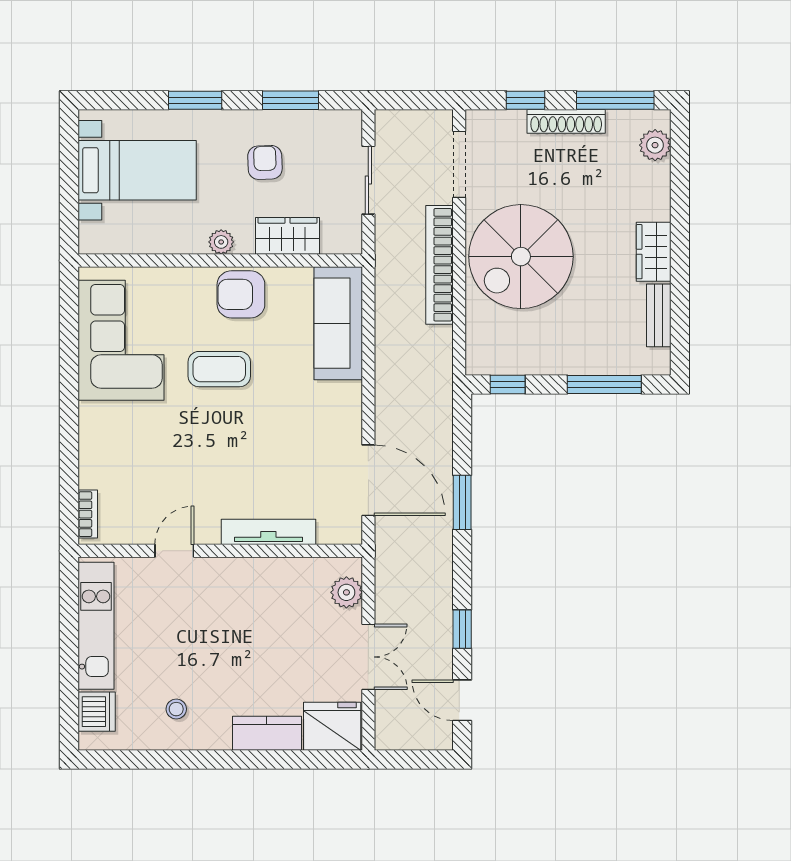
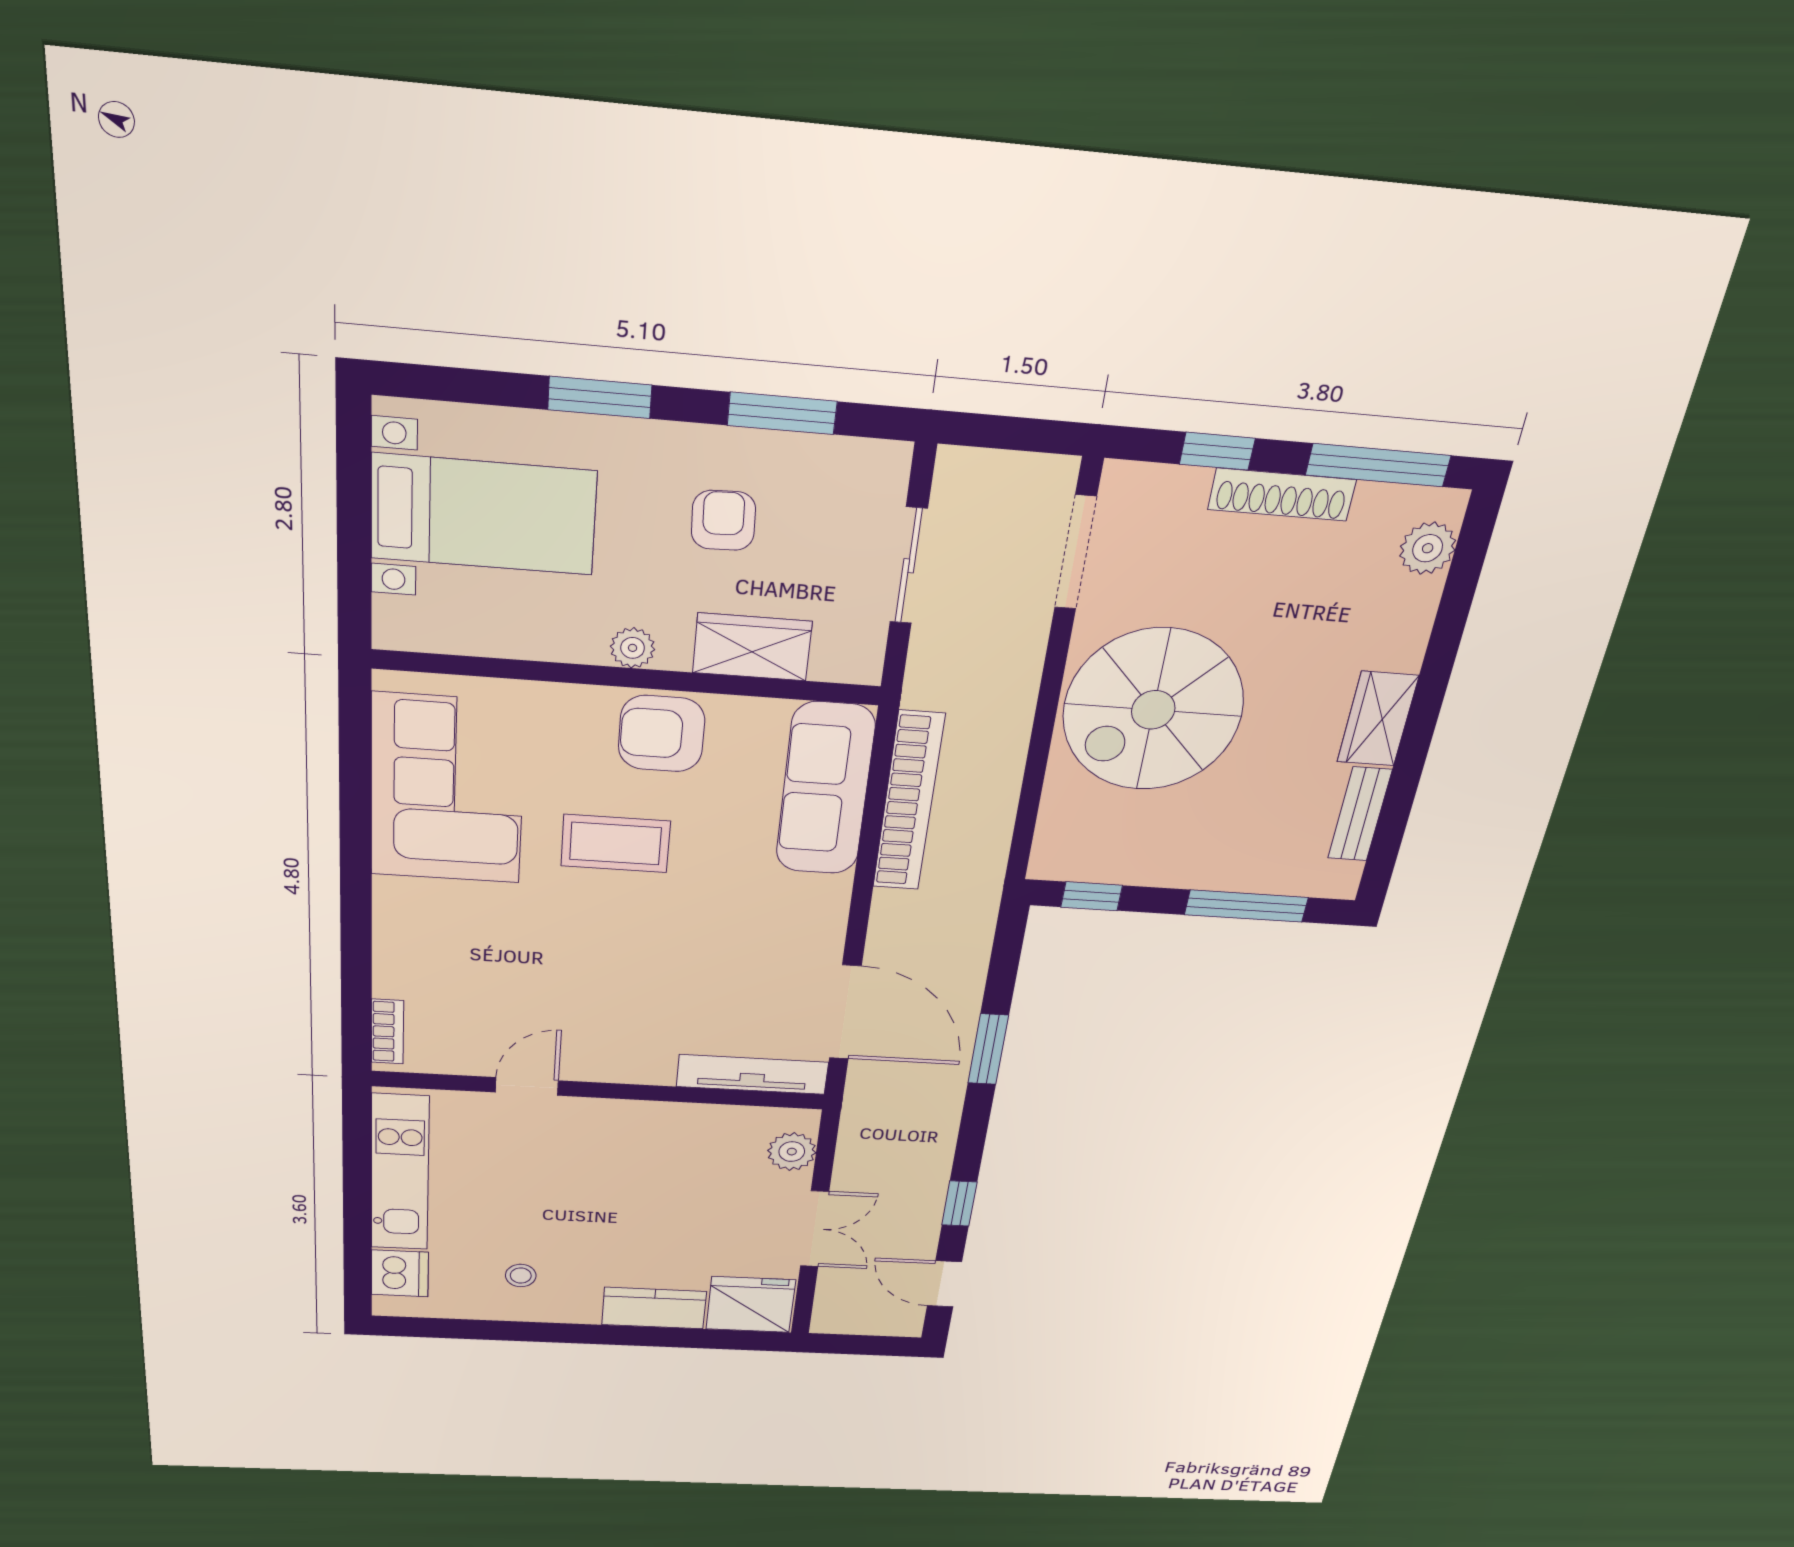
bookcase: (440, 265) -> (909, 802), moved, turned 180
tv unit: (268, 532) -> (752, 1074), moved

